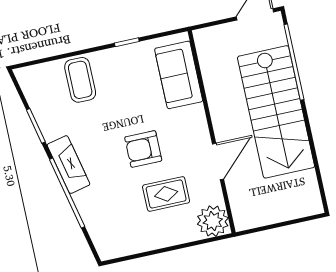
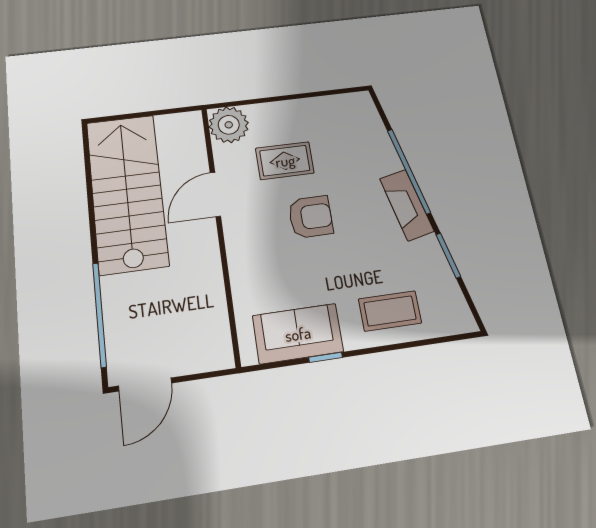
sofa: (179, 75) -> (298, 334), moved, turned -90
coffee table: (80, 80) -> (390, 311), turned 90
stairs: (276, 112) -> (127, 193), moved

